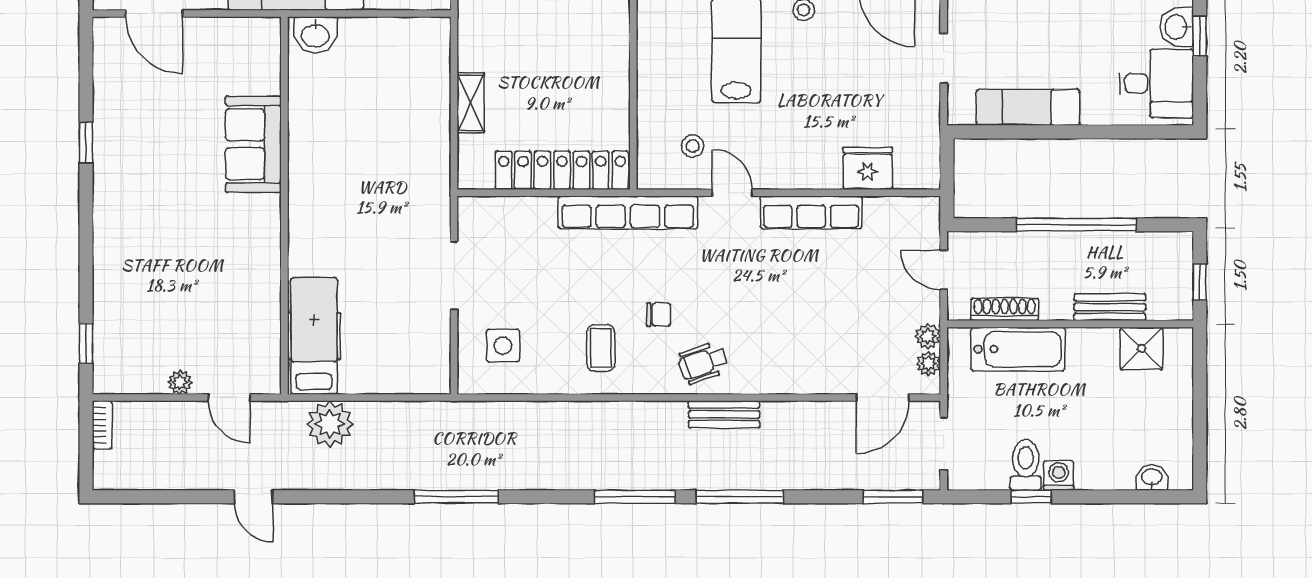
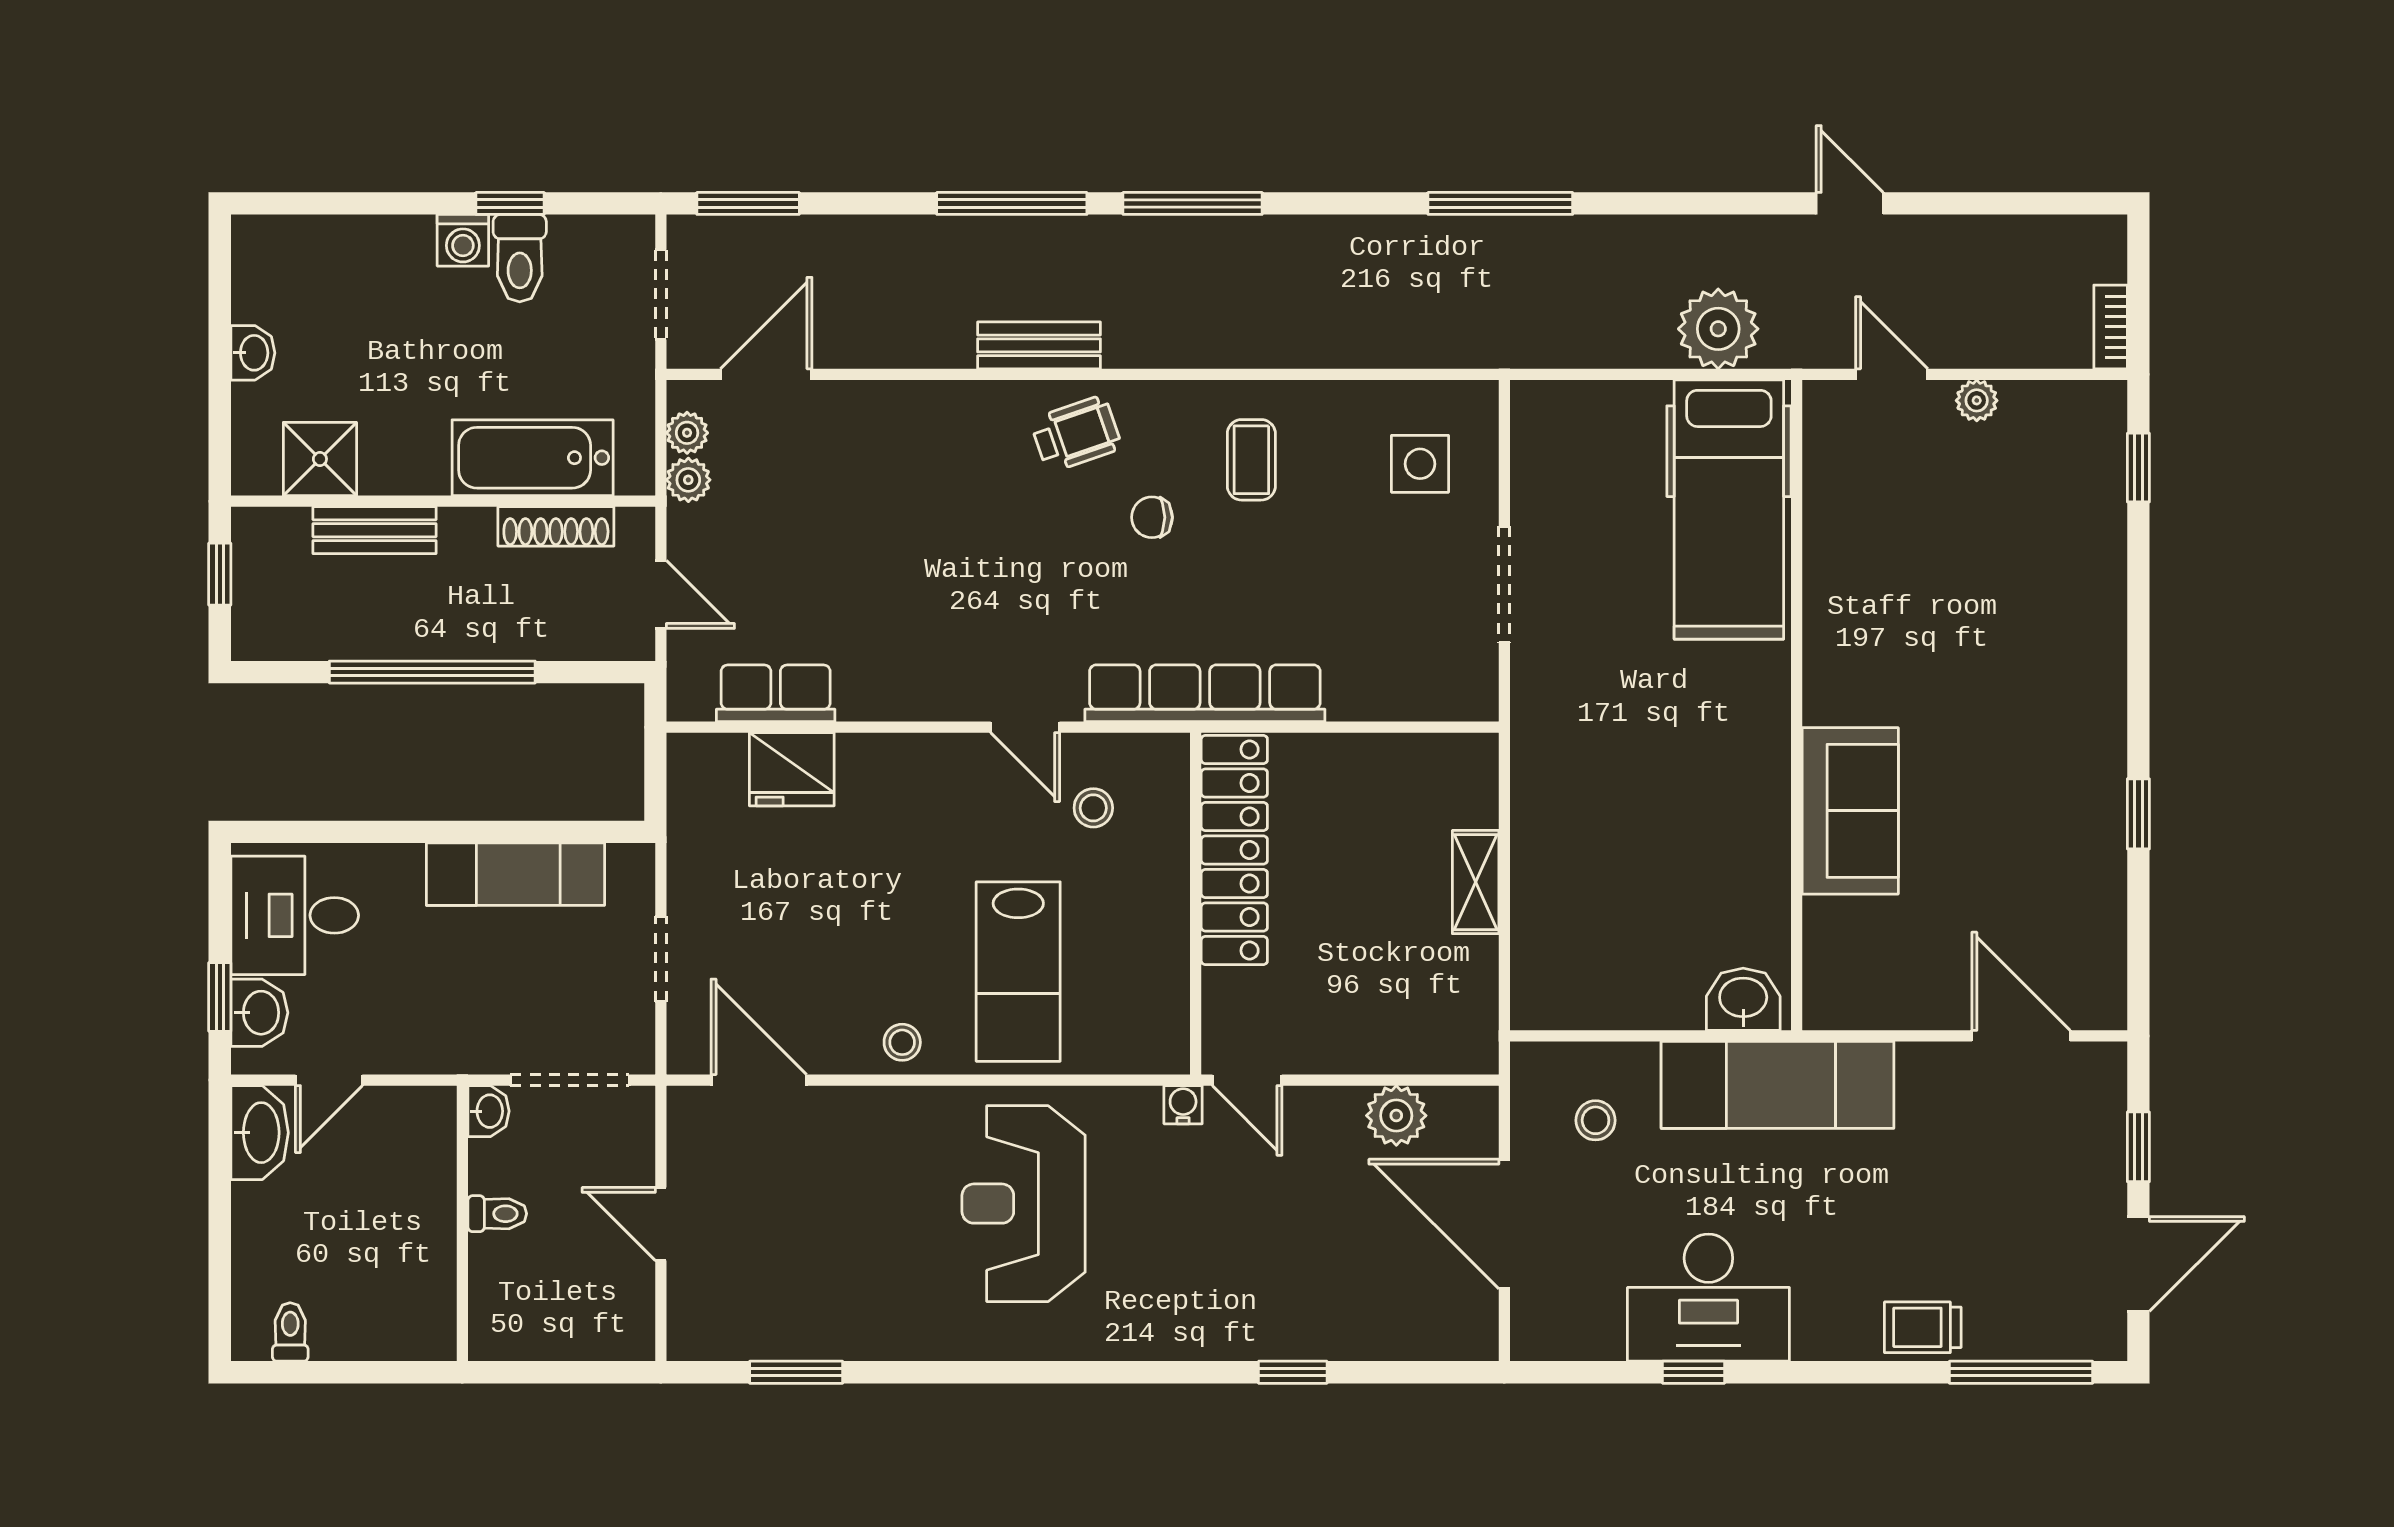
locker: (562, 170) -> (1234, 850), moved, turned -90
row of seats: (811, 212) -> (776, 693), moved, width x0.68
hospital bed: (314, 336) -> (1729, 510), width x1.37, depth x1.29
washbasin: (1152, 478) -> (253, 353), moved, turned -90

